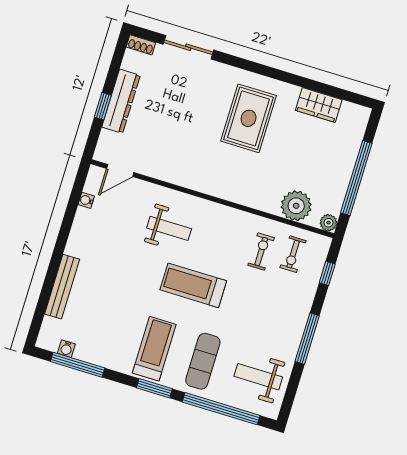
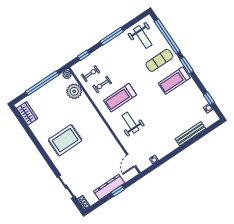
wardrobe: (319, 105) -> (27, 113), moved
door: (120, 170) -> (131, 160), swing flipped
treadmill: (193, 285) -> (120, 98), moved, turned 90
window: (78, 365) -> (209, 99), width x0.46

